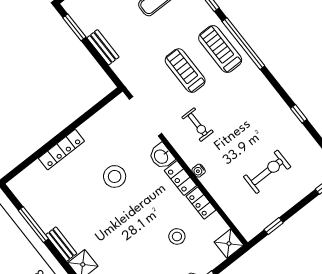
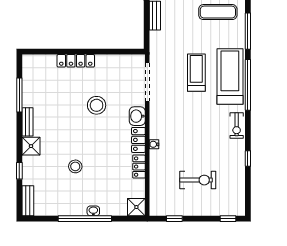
treadmill: (220, 49) -> (230, 77), width x1.37, depth x1.38
exercise bike: (198, 125) -> (237, 126), moved
stool: (177, 236) -> (75, 166), moved

